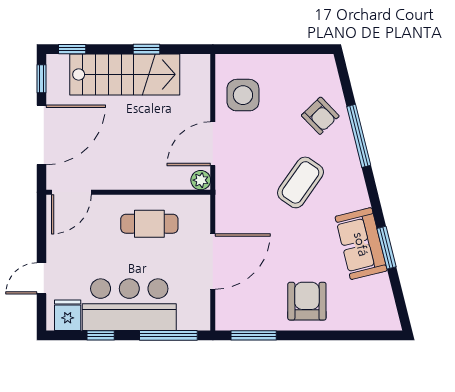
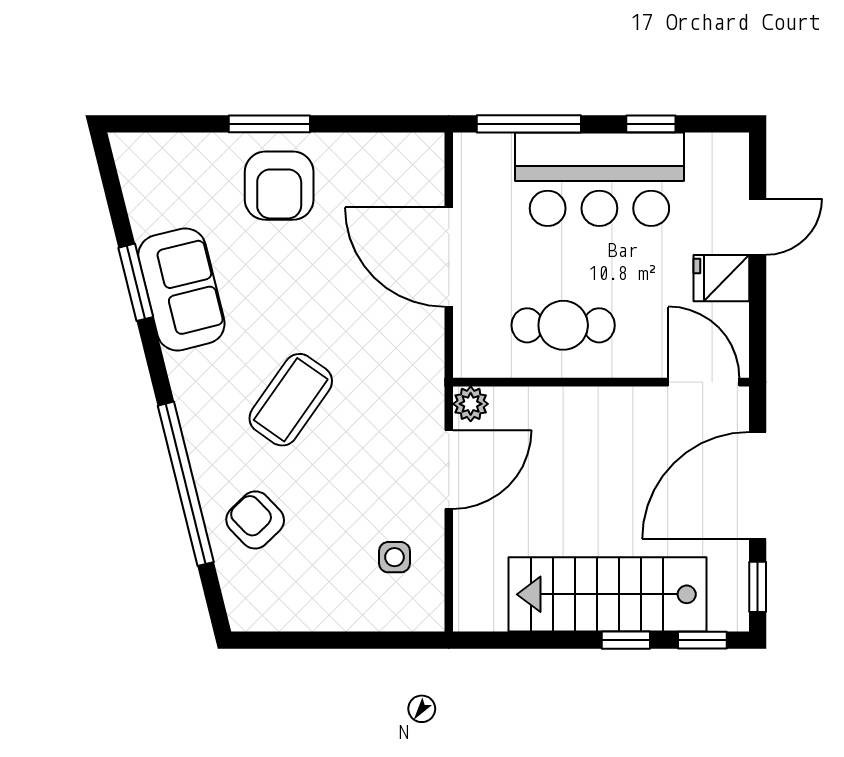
window: (146, 49) -> (626, 640), moved
side table: (243, 95) -> (394, 557), width x0.54, depth x0.54
window: (359, 136) -> (186, 484), width x1.46
door: (71, 192) -> (704, 382), hinge flipped
door: (213, 262) -> (449, 257), hinge flipped
fridge: (68, 315) -> (721, 278), moved, turned 90
window: (254, 335) -> (269, 124), moved

